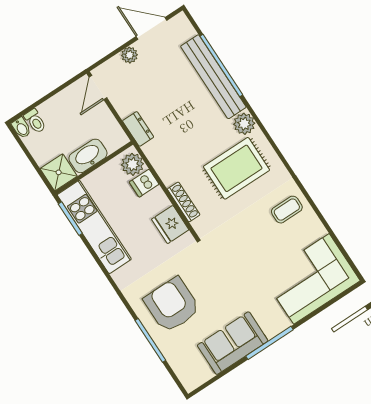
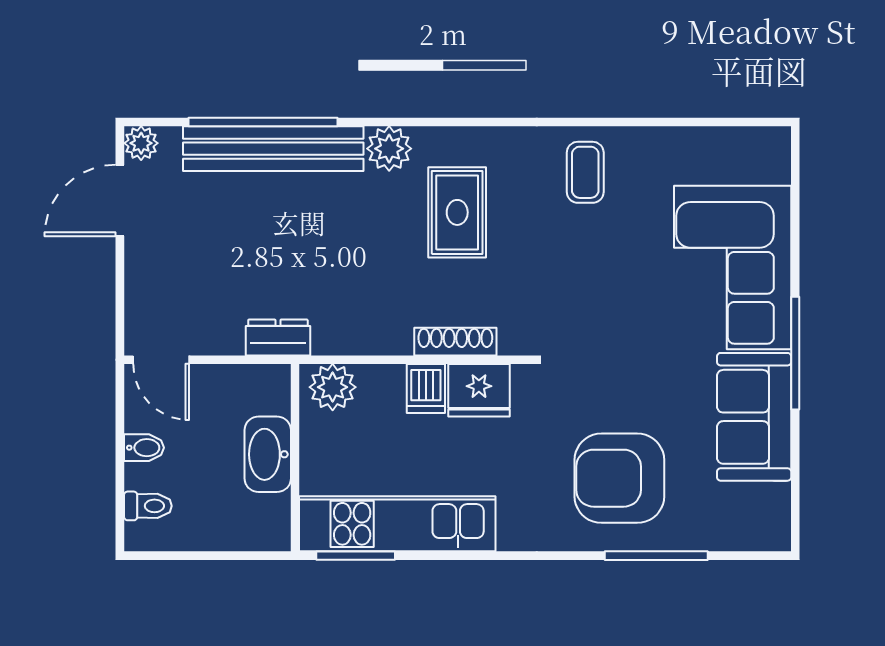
plant: (130, 55) -> (141, 143), moved
bidet: (21, 128) -> (144, 448), moved
rug: (236, 168) -> (457, 212), width x0.73, depth x0.70
shower: (59, 172) -> (263, 523), removed
dishwasher: (144, 183) -> (426, 388), moved
corner sofa: (311, 279) -> (733, 267), moved

